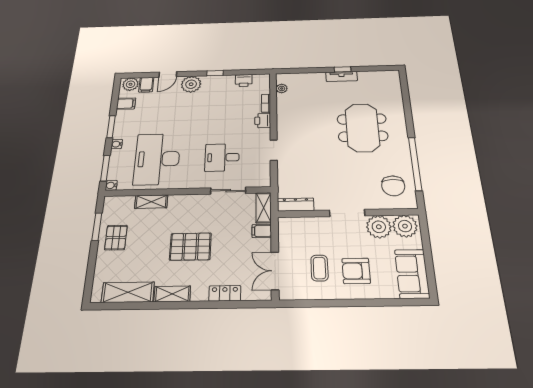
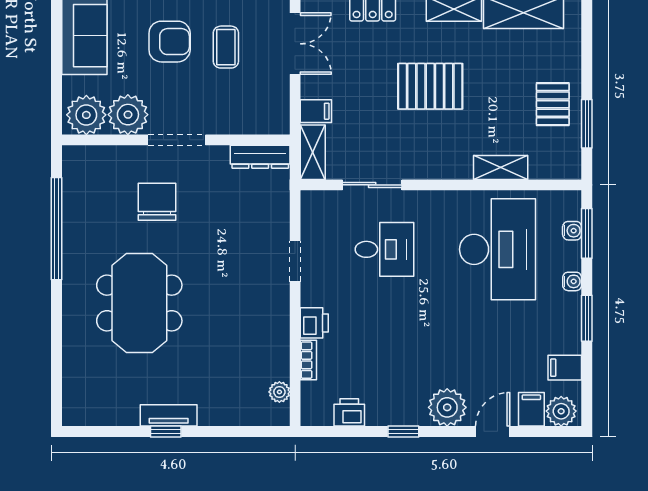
water cooler: (111, 185) -> (572, 231), moved
chair: (393, 186) -> (157, 202), moved

